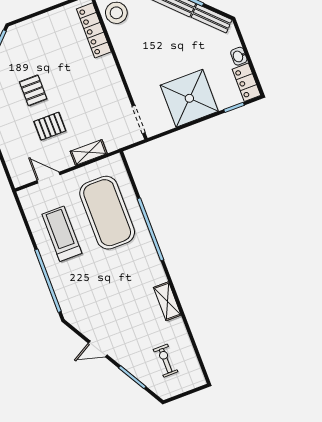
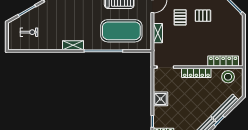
locker: (129, 66) -> (196, 73), added
shower: (189, 98) -> (161, 99), width x0.54, depth x0.54
shelving: (167, 301) -> (73, 45), moved

